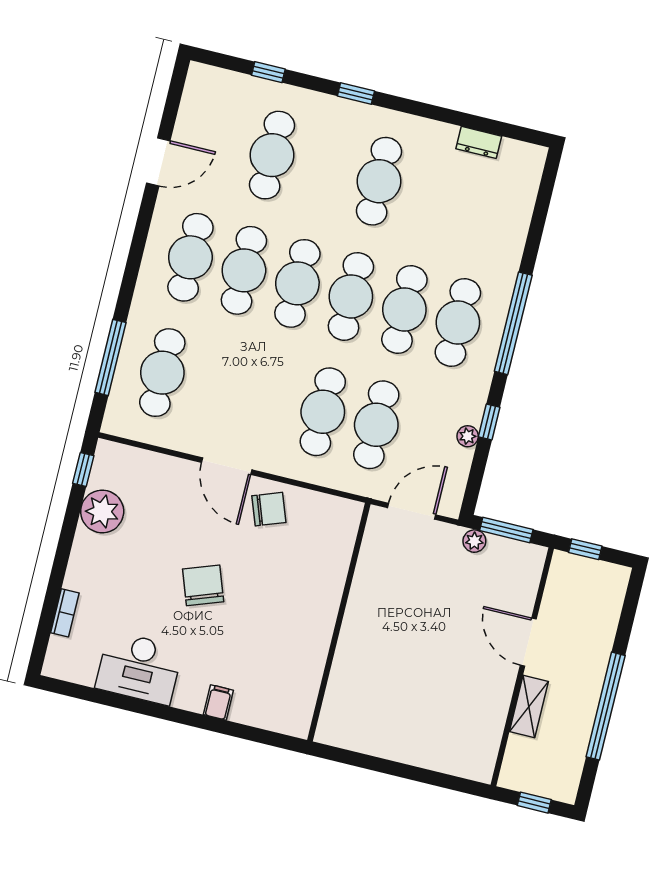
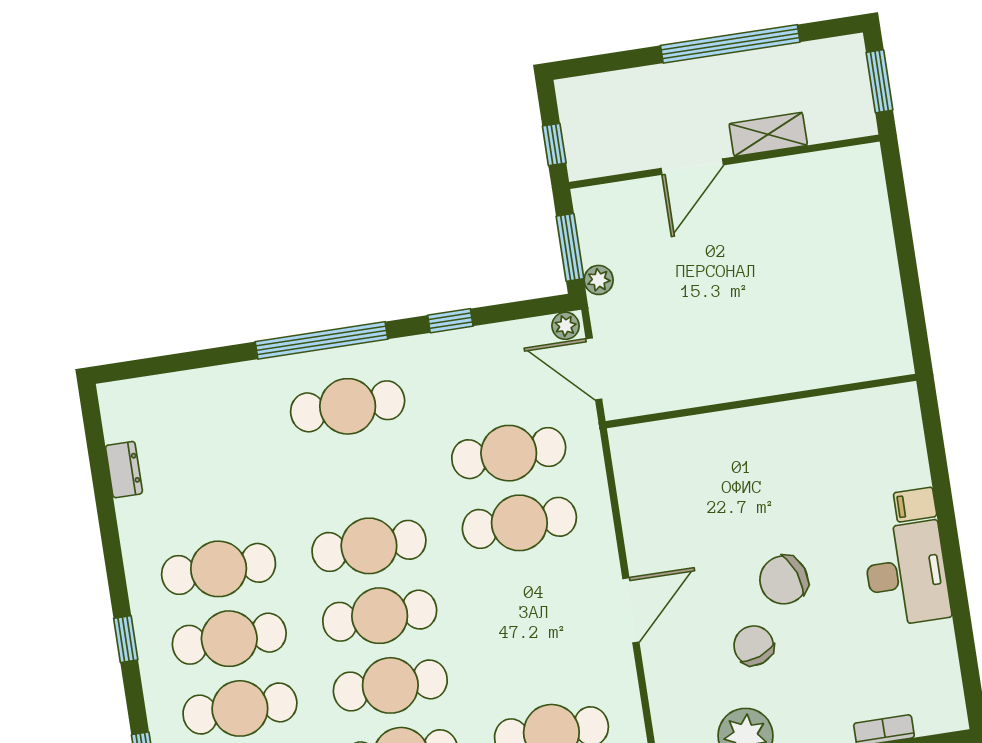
cafe table: (404, 309) -> (229, 639), moved
plant: (468, 436) -> (565, 326), moved
chair: (269, 509) -> (754, 646), moved
desk: (139, 668) -> (907, 574), moved
window: (534, 803) -> (879, 81), width x1.50

